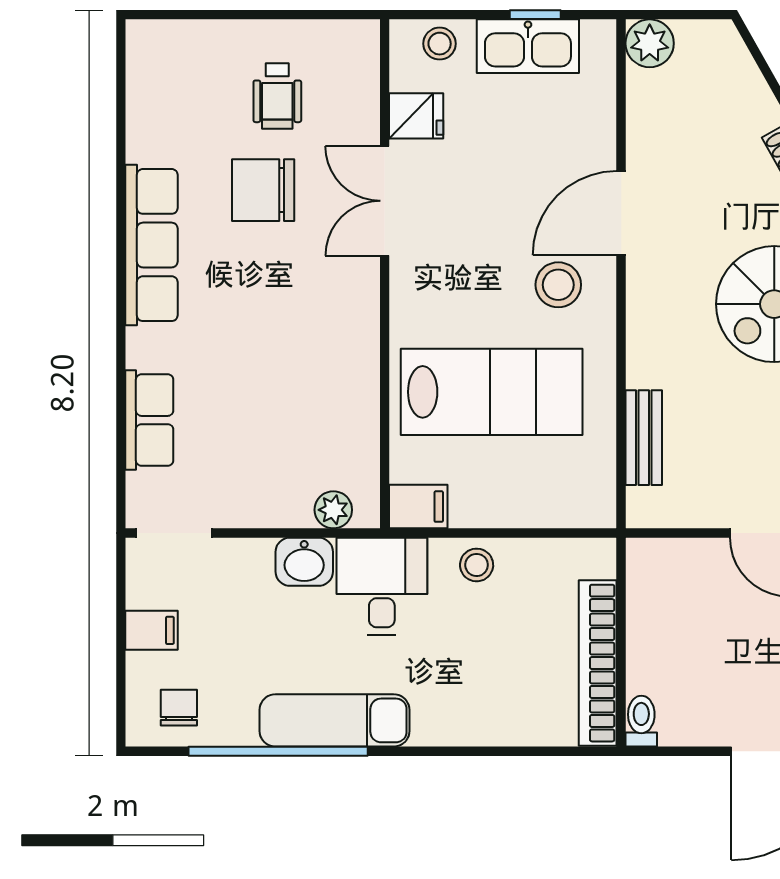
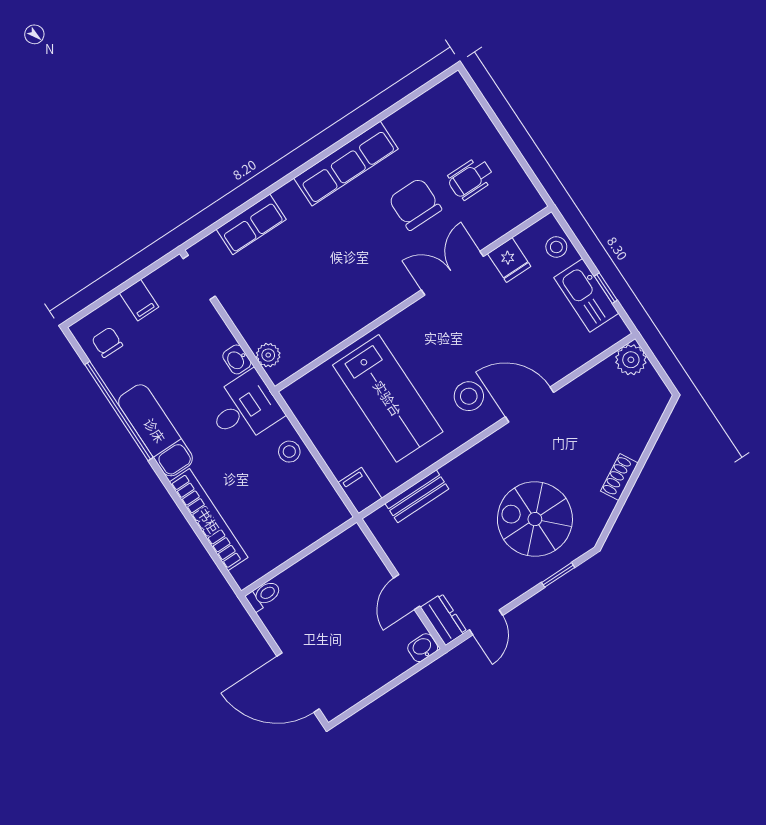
filing cabinet: (418, 507) -> (360, 490), moved, turned 180
washbasin: (304, 562) -> (237, 359), width x0.72, depth x0.69
bookcase: (598, 663) -> (209, 520), moved, turned 90
chair: (179, 708) -> (107, 342), turned -90

